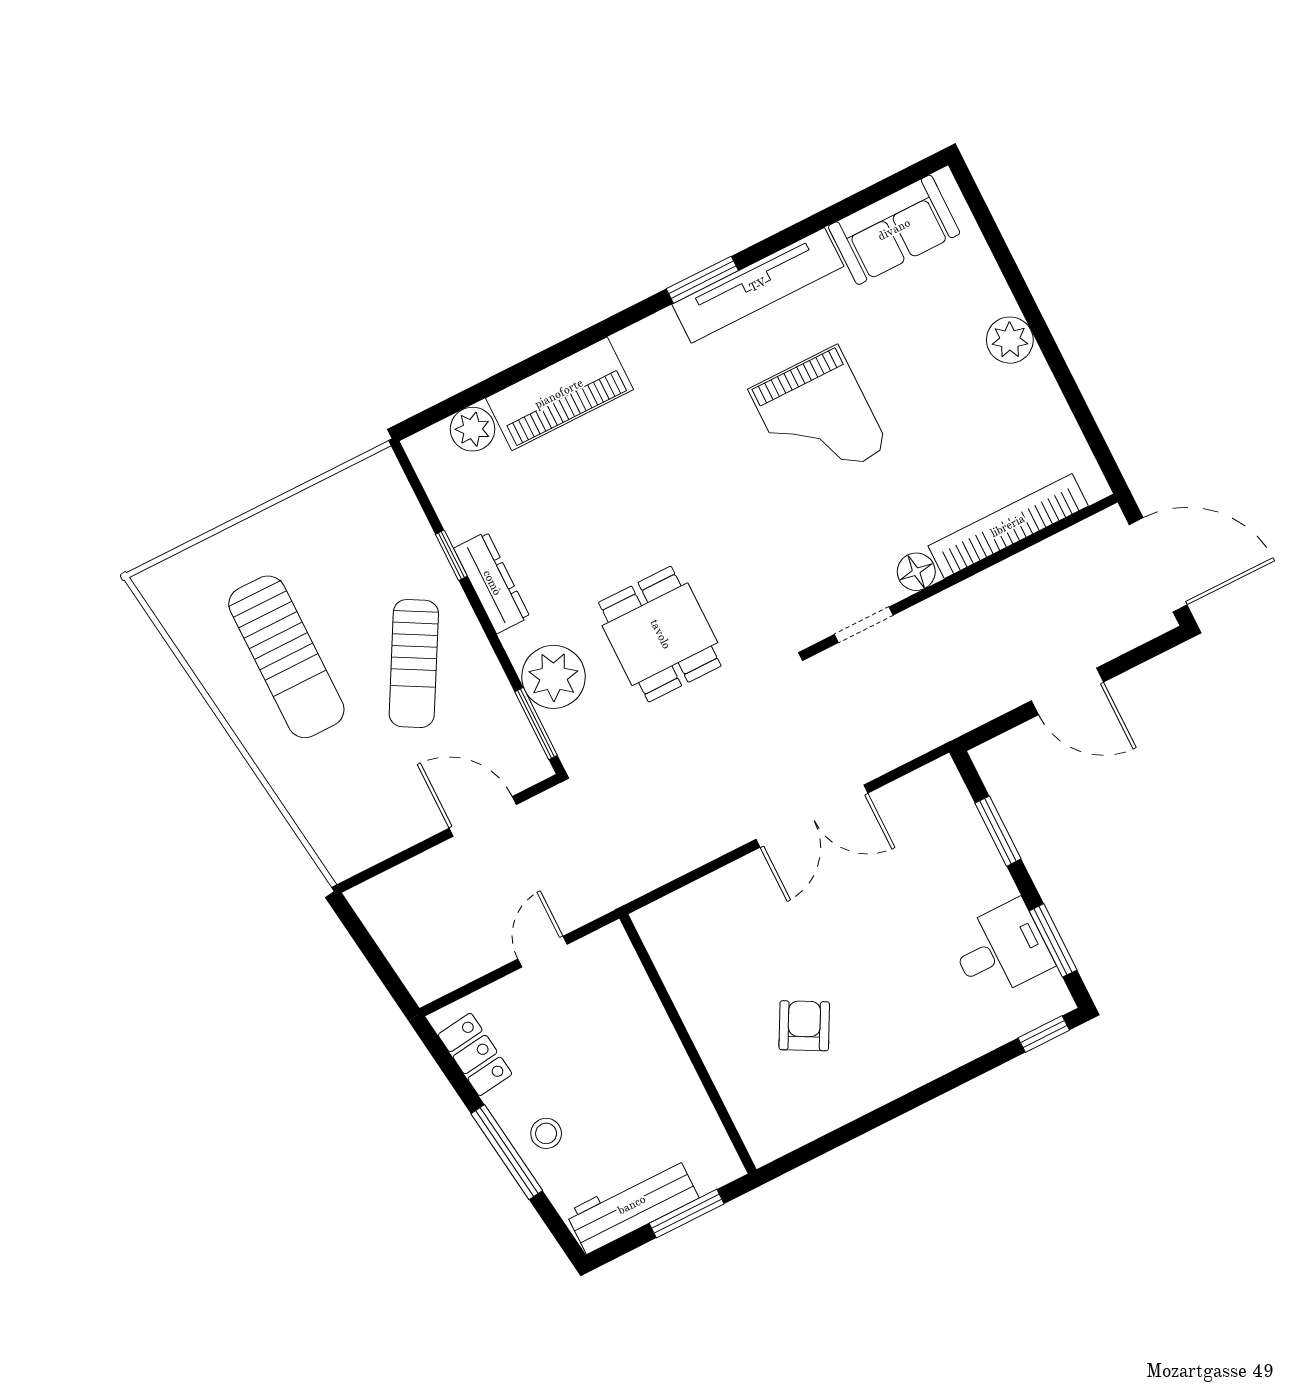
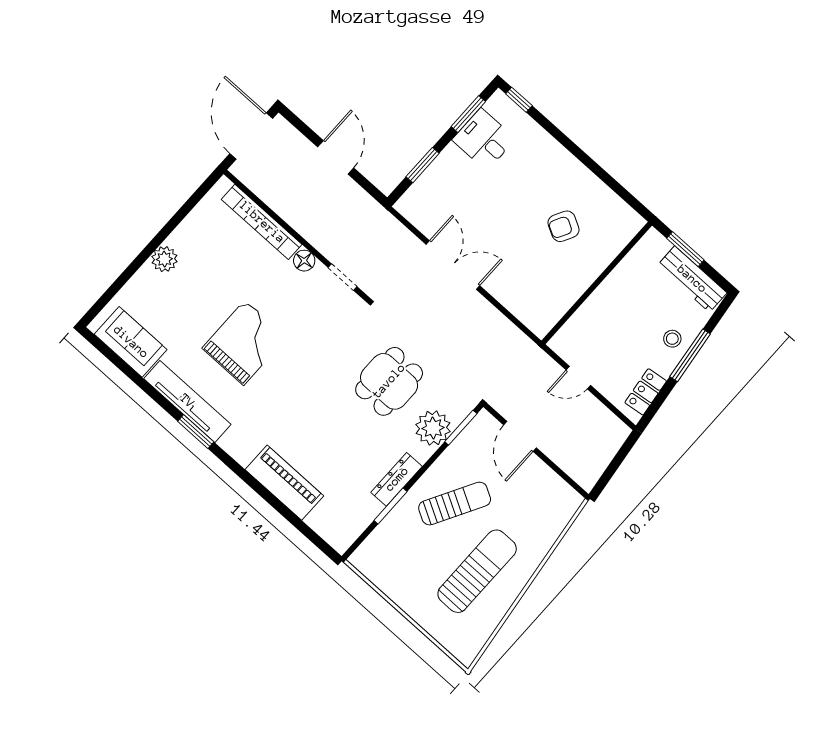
plant: (473, 429) -> (320, 521), removed
window: (451, 555) -> (390, 506), width x1.50

